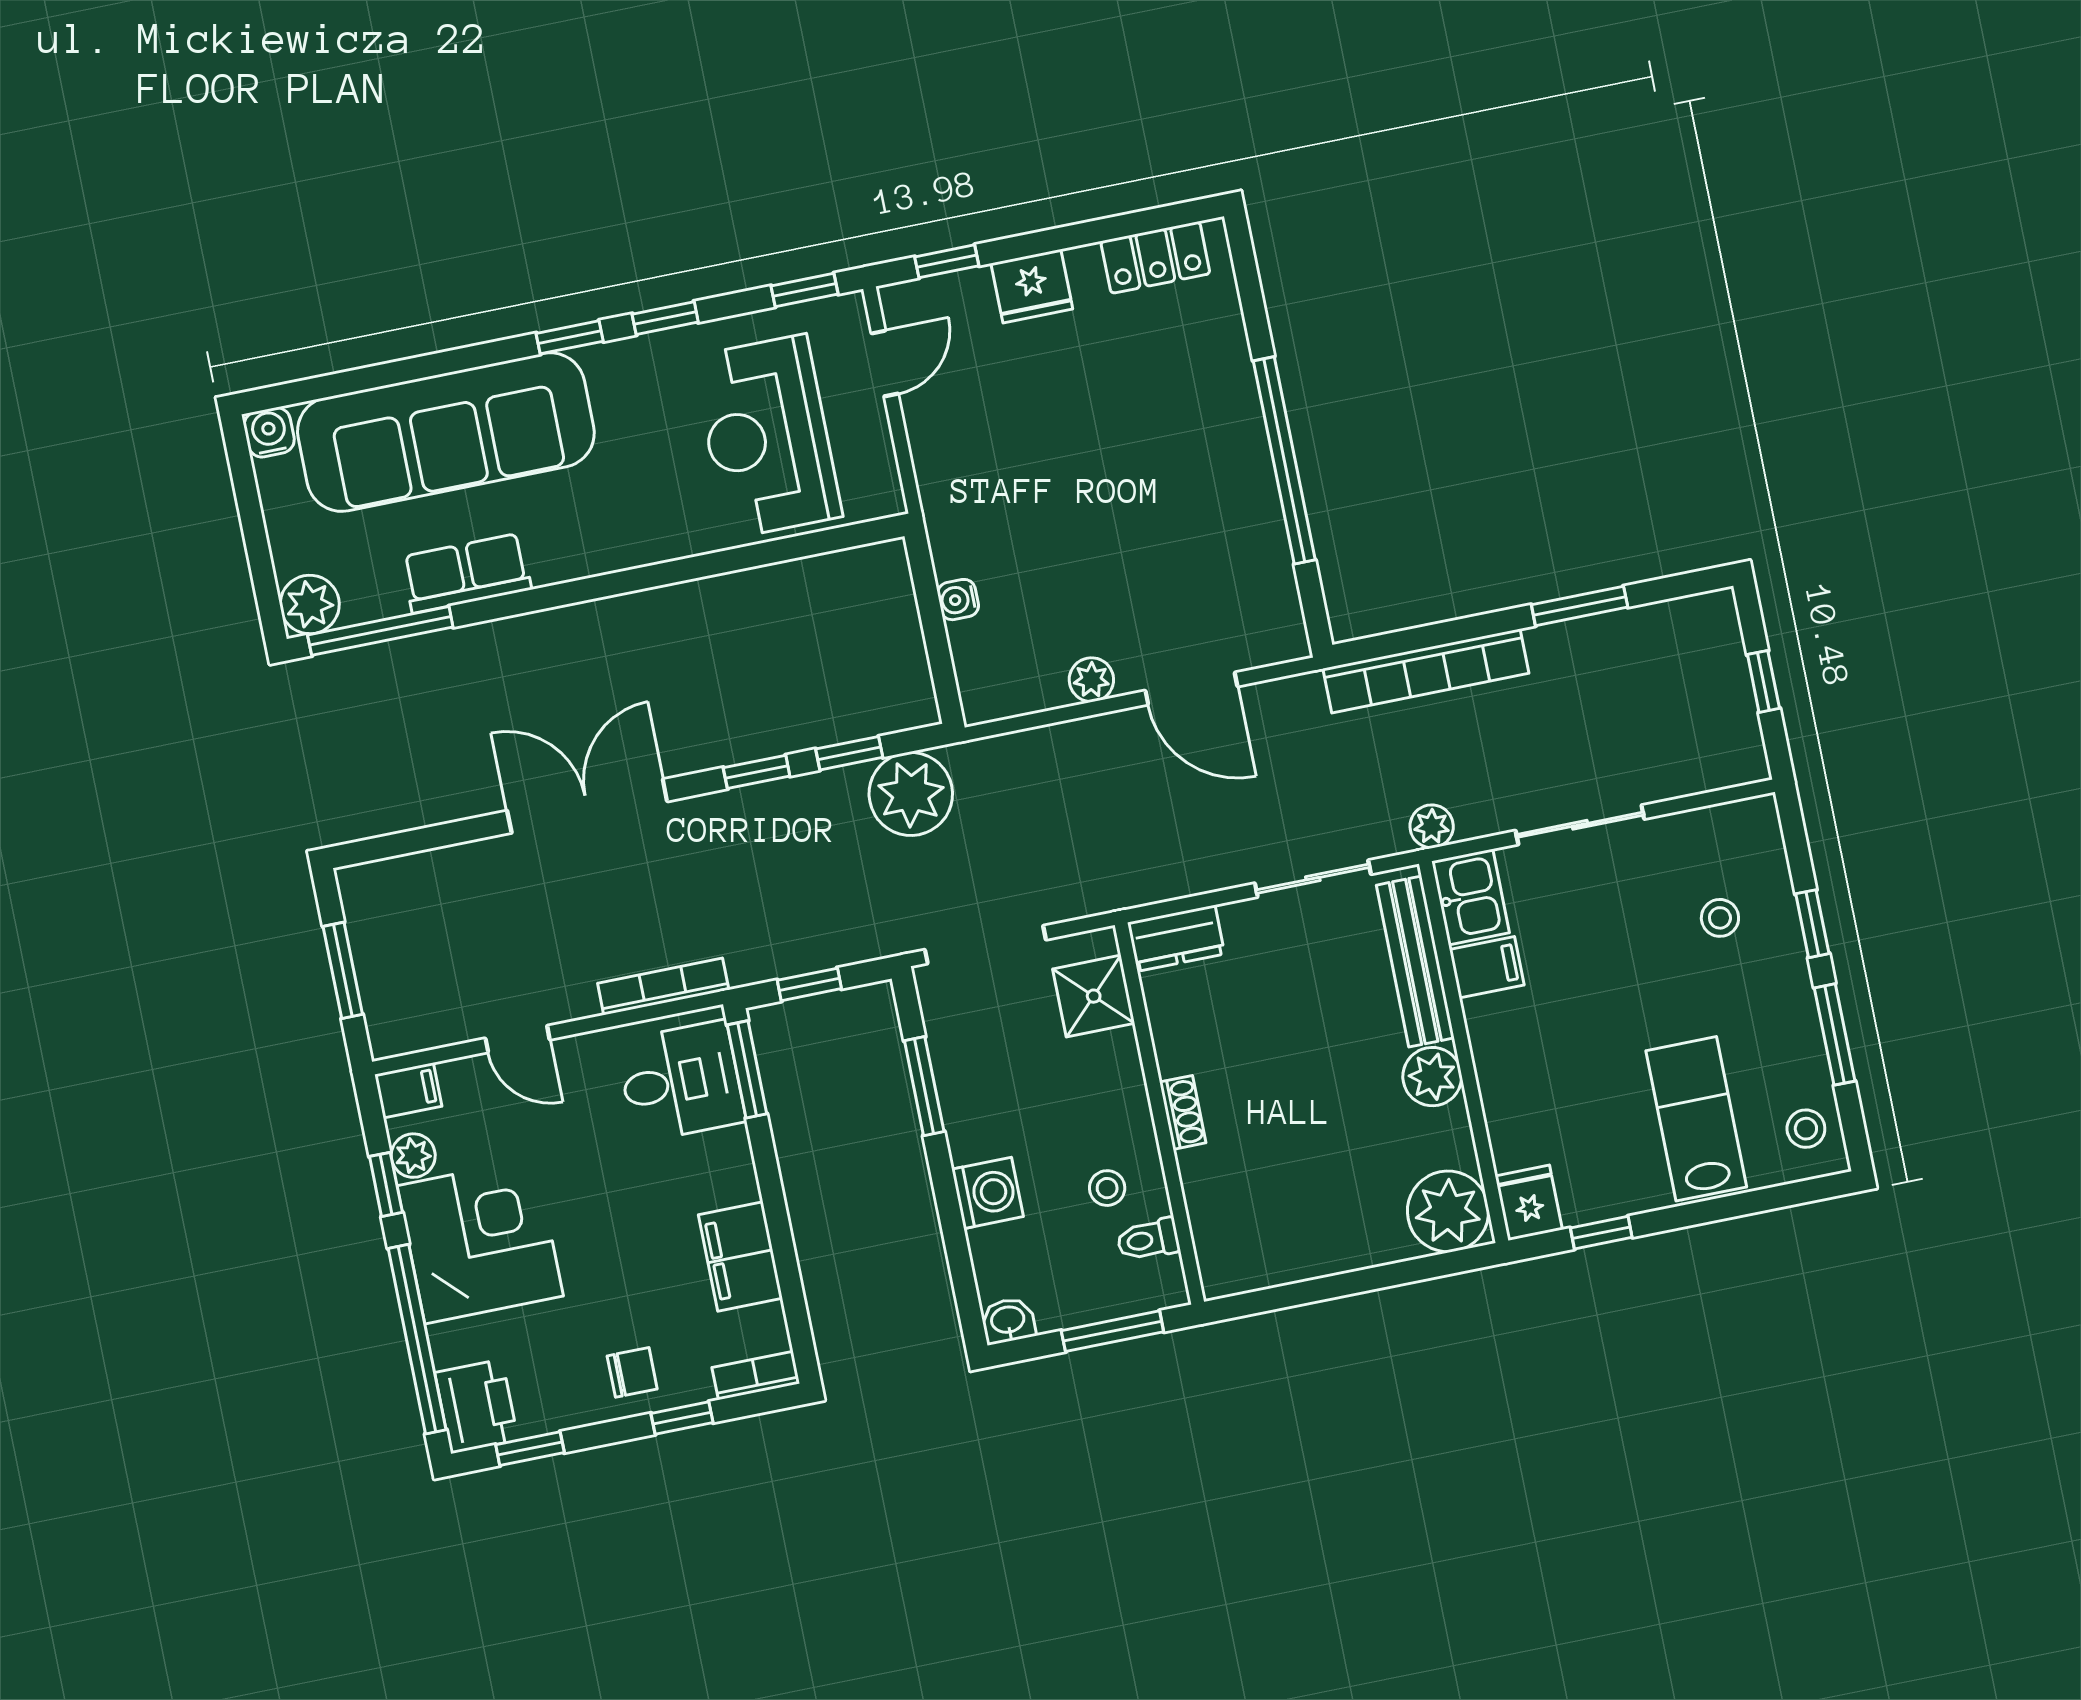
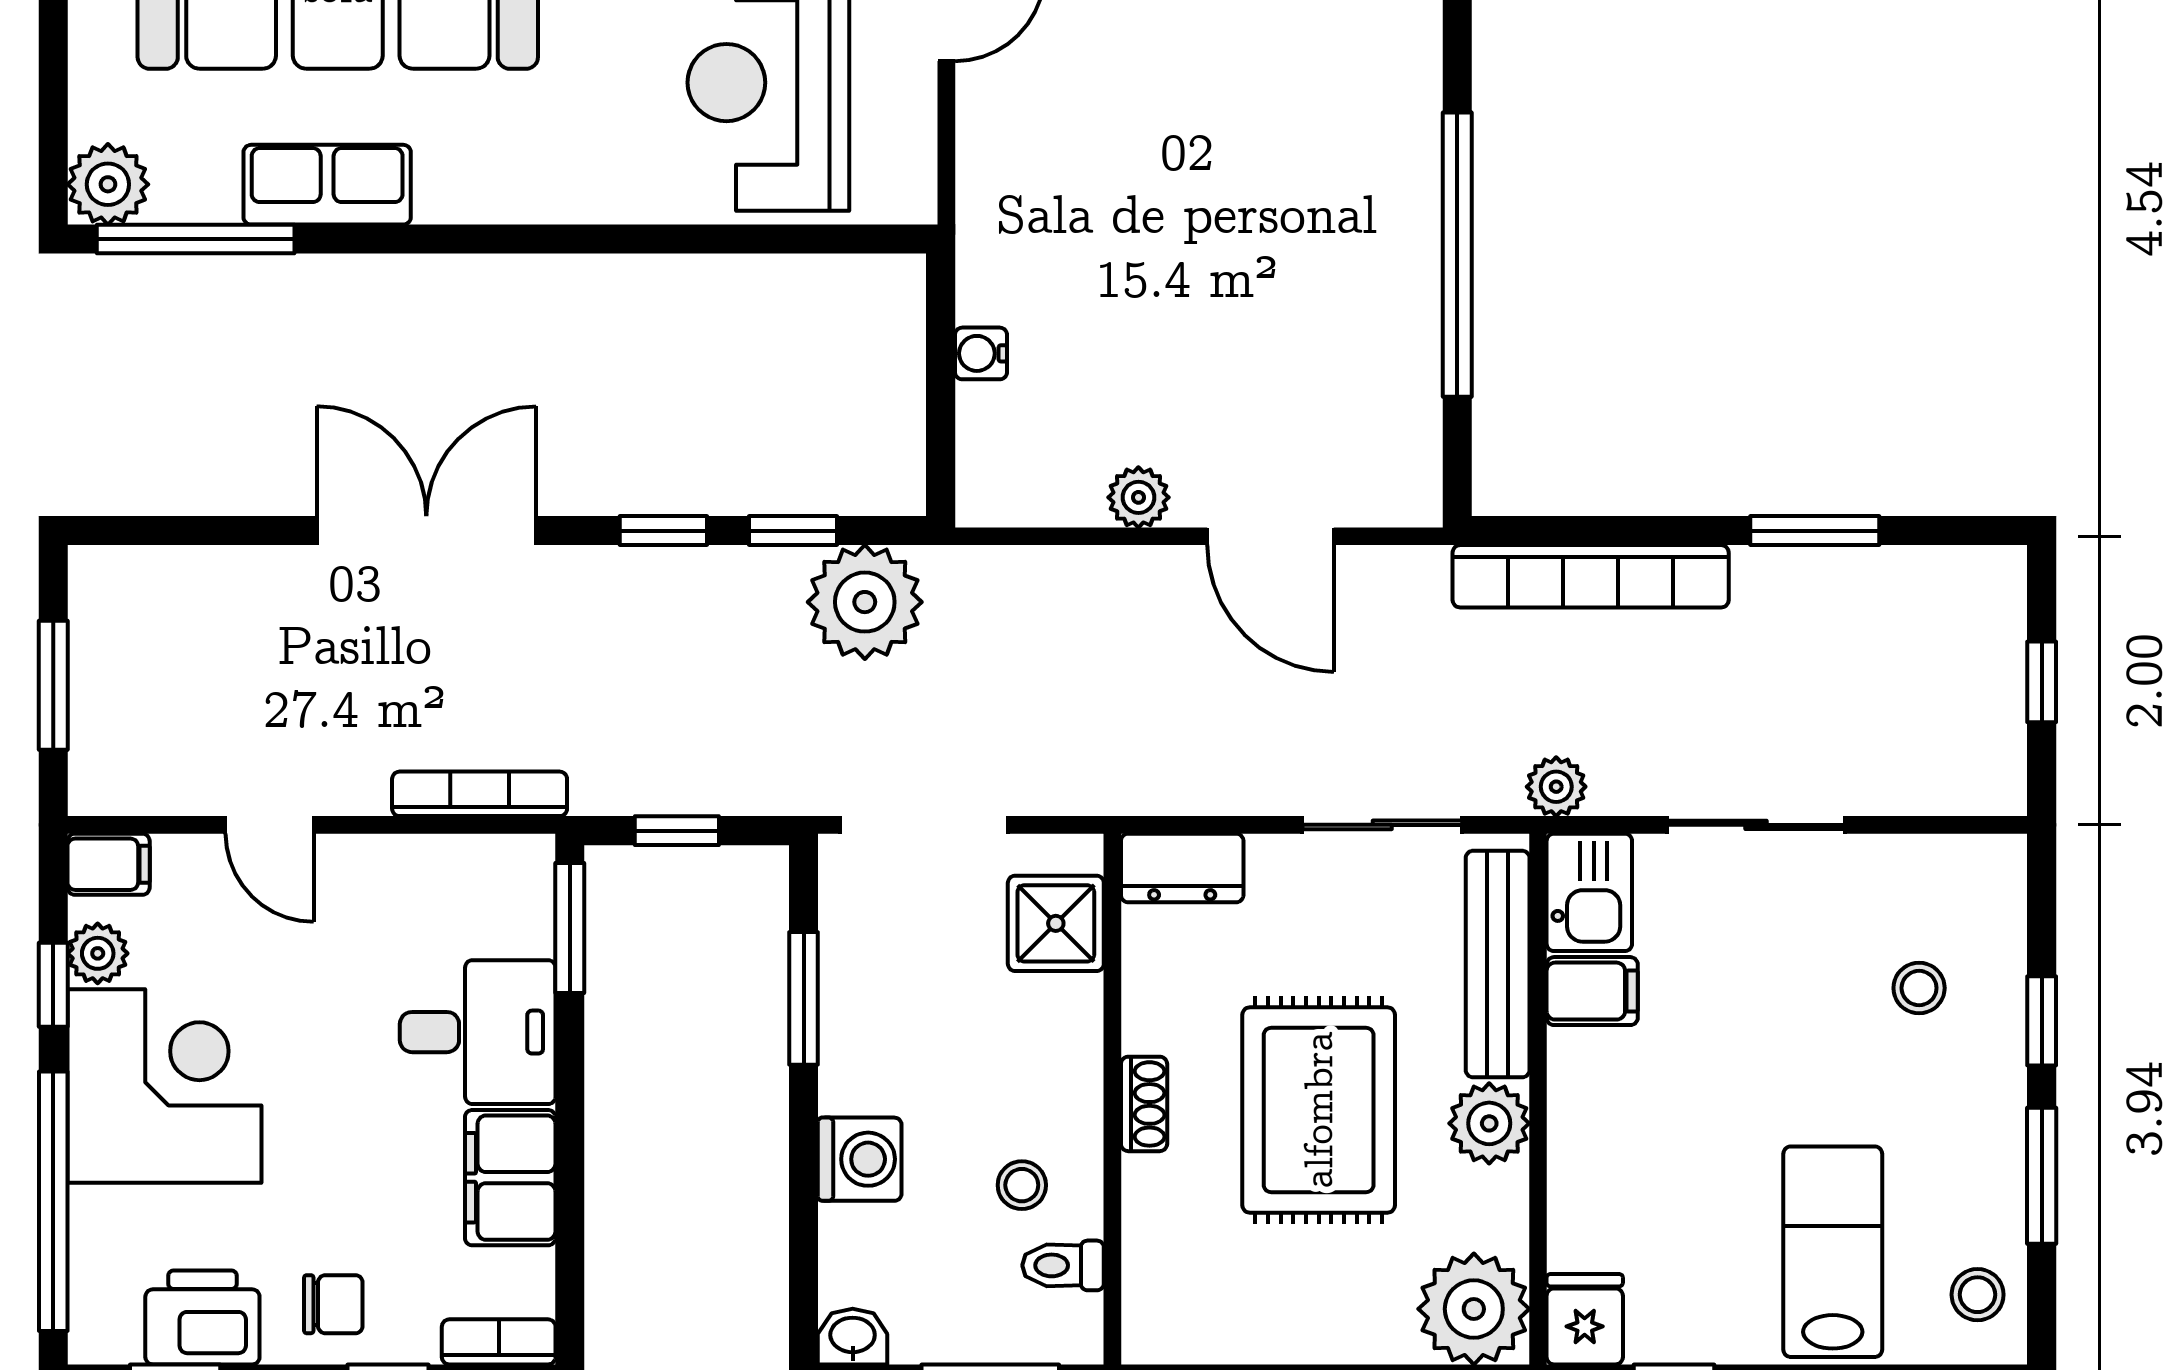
desk: (681, 1081) -> (478, 1032), moved
rug: (1308, 1092) -> (1319, 1110), added
printer: (476, 1406) -> (202, 1317), moved, turned -90

